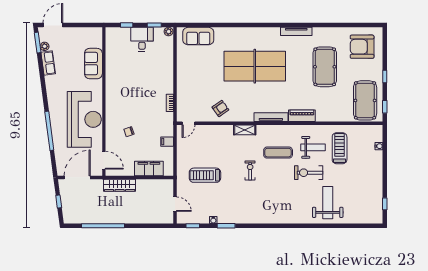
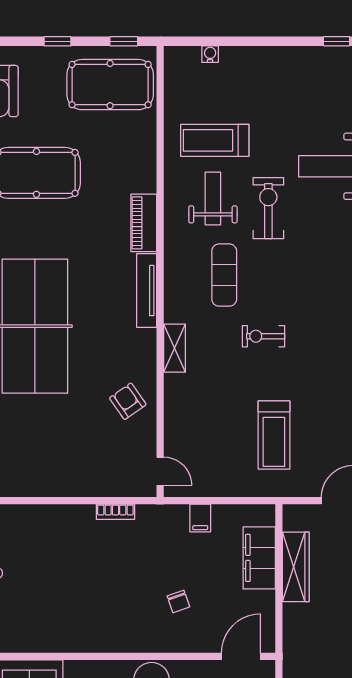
exercise bike: (309, 173) -> (268, 208), turned 180
wardrobe: (120, 185) -> (296, 567), moved

